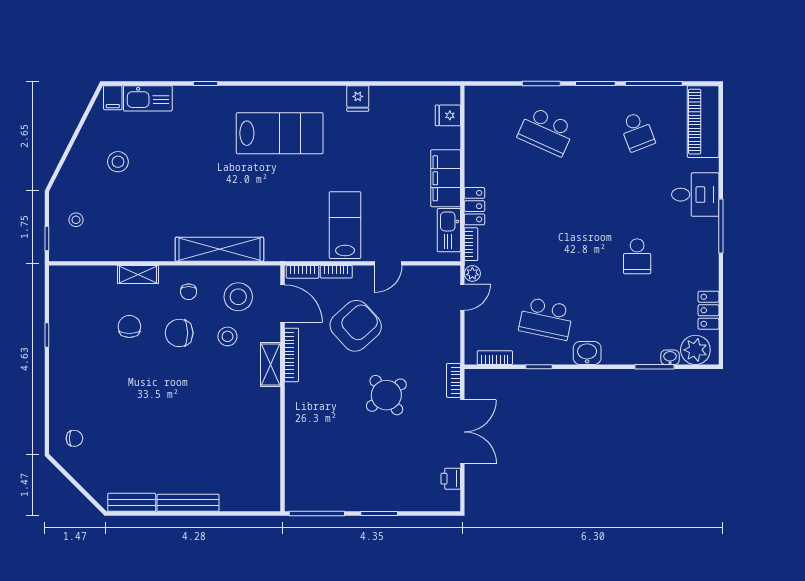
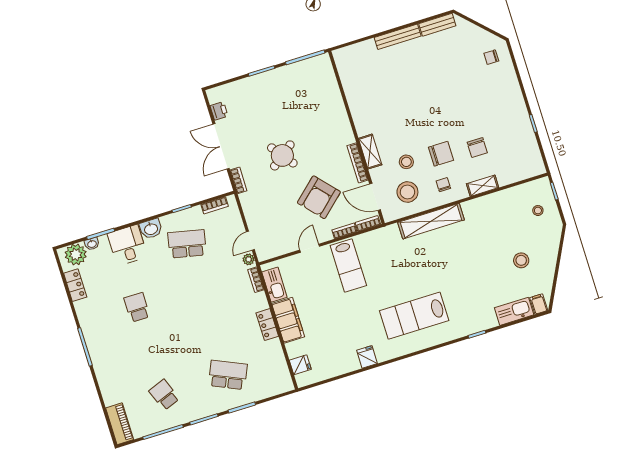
piano: (703, 122) -> (120, 424), width x0.73, depth x0.75
desk: (695, 195) -> (127, 245), moved, turned 90
locker: (475, 206) -> (267, 325), moved

